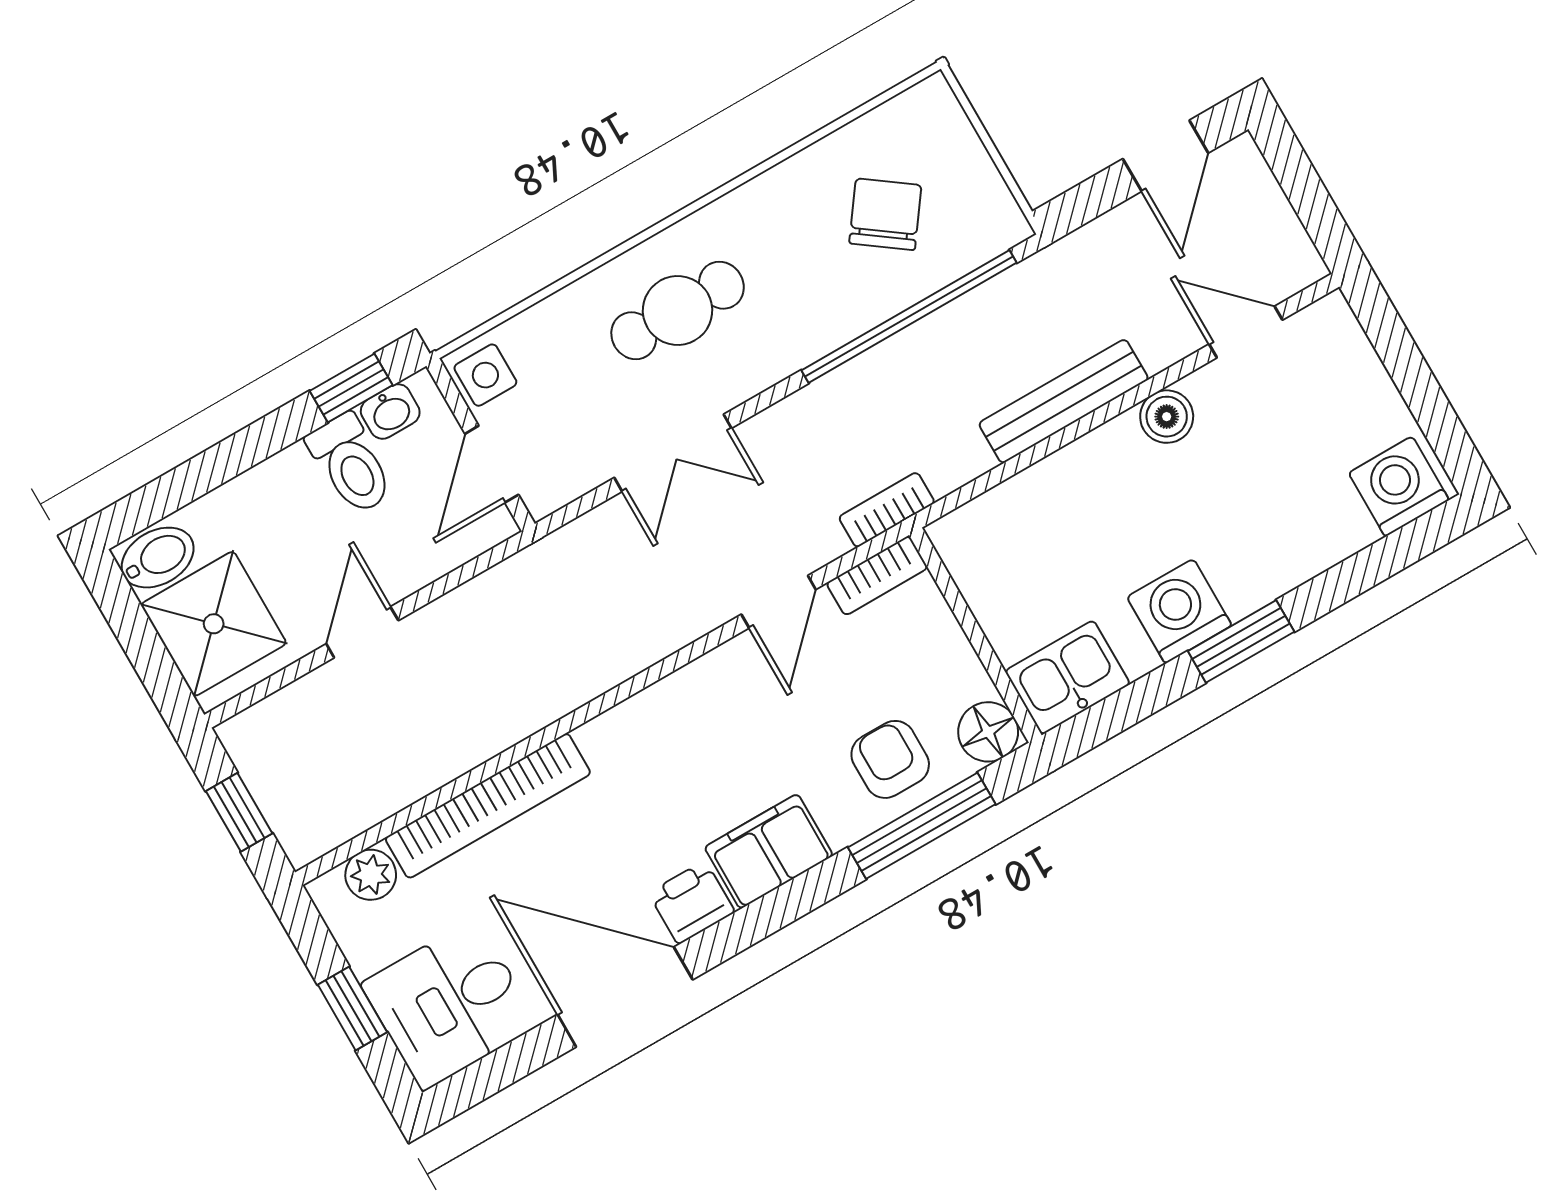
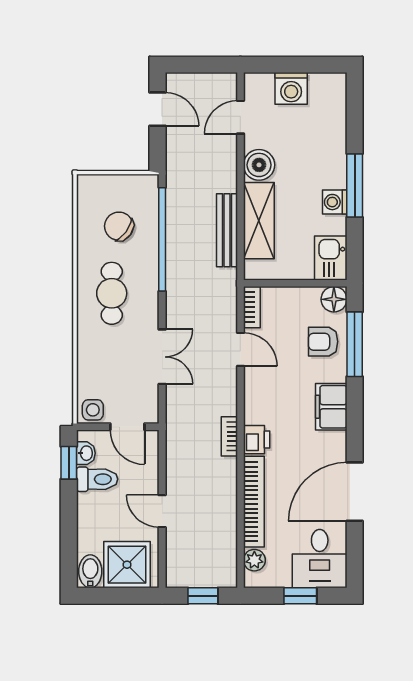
cafe table: (678, 310) -> (112, 293), moved
bench: (1064, 401) -> (227, 230), moved
boiler: (1167, 417) -> (259, 165), width x1.36, depth x1.36
washing machine: (1399, 486) -> (291, 88), moved, turned -90
shelving: (1059, 489) -> (259, 221), added
bookcase: (887, 510) -> (229, 436), moved
washing machine: (1179, 611) -> (335, 202), width x0.73, depth x0.73
window: (1241, 641) -> (355, 186), width x1.44
printer: (692, 902) -> (257, 440), moved, turned 180

